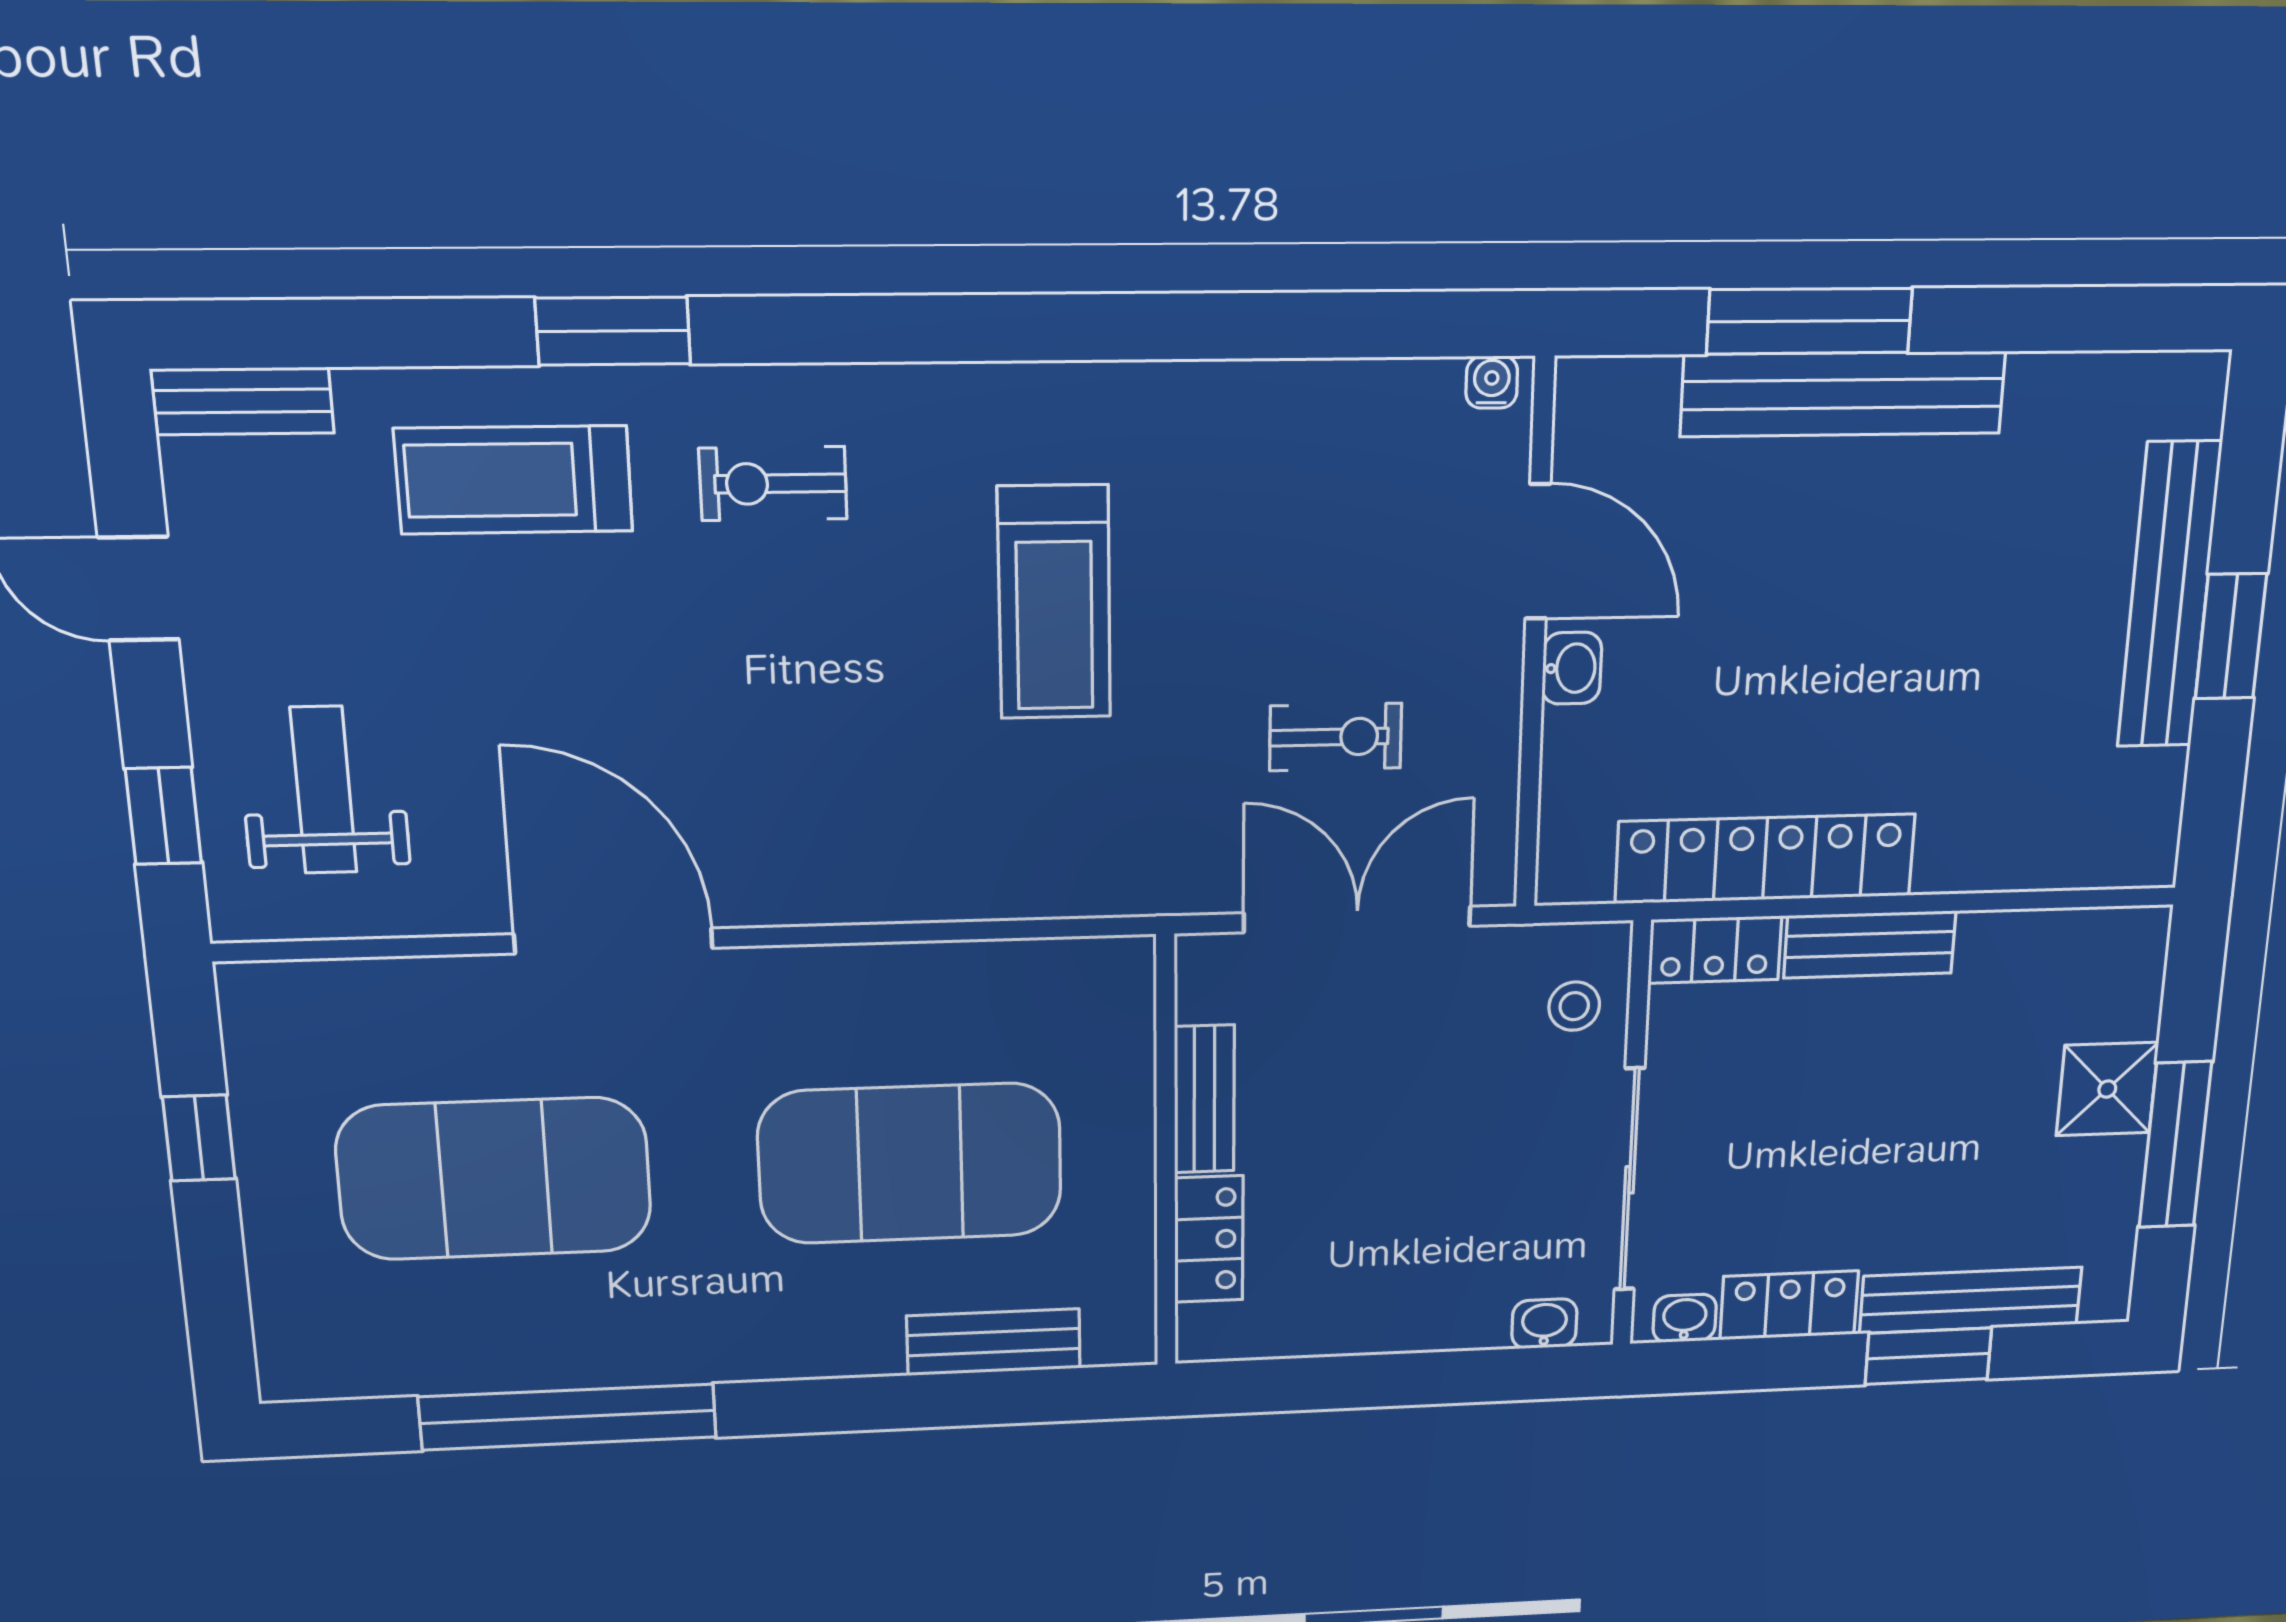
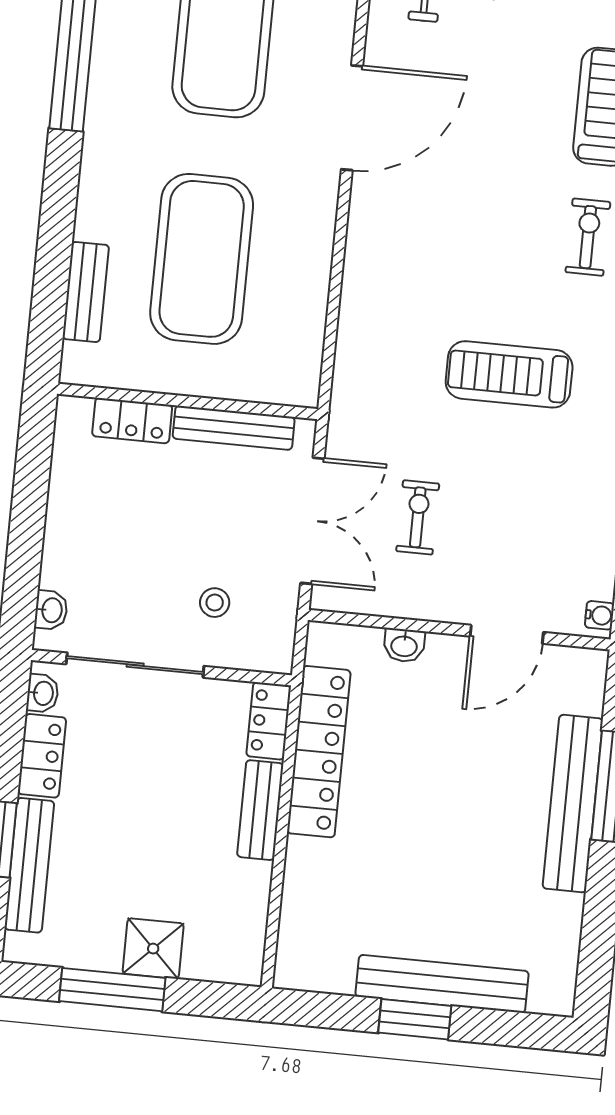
washbasin: (1572, 668) -> (404, 645), moved
exercise bike: (1336, 737) -> (418, 517), turned 180
stool: (1574, 1006) -> (215, 603), moved
bench: (1204, 1099) -> (234, 428), width x1.36

